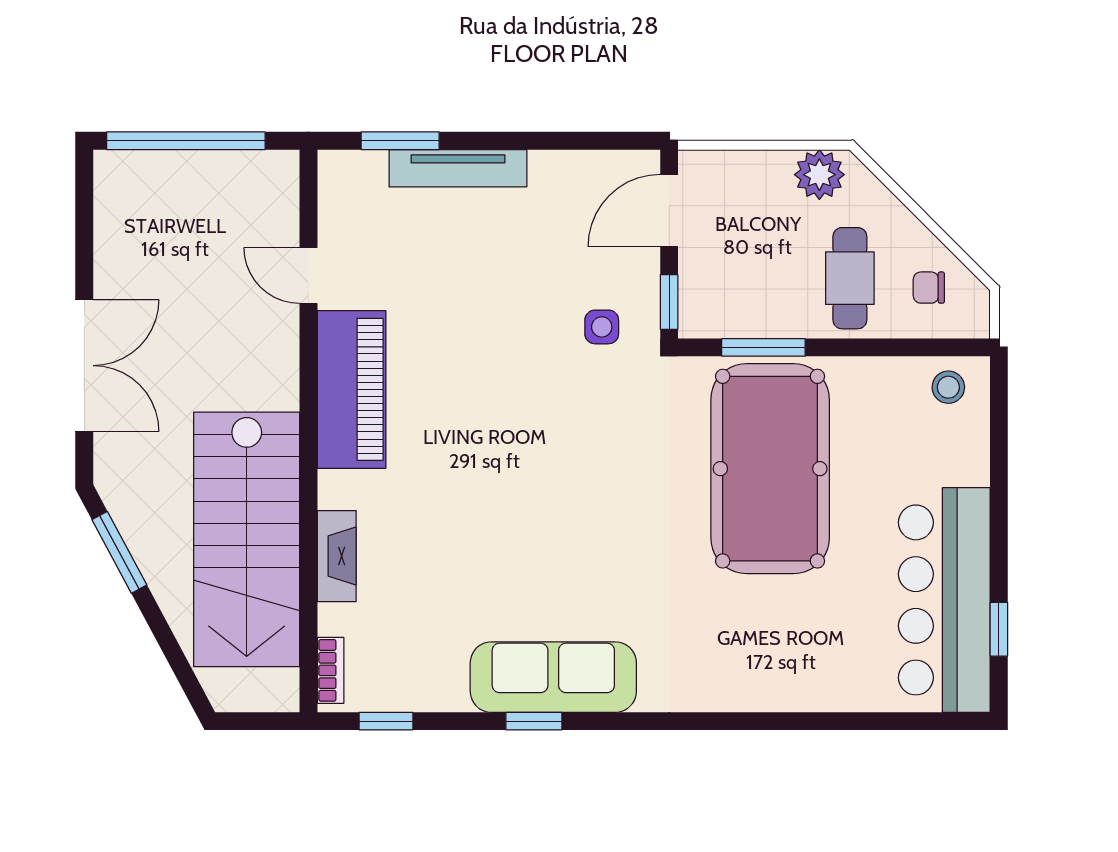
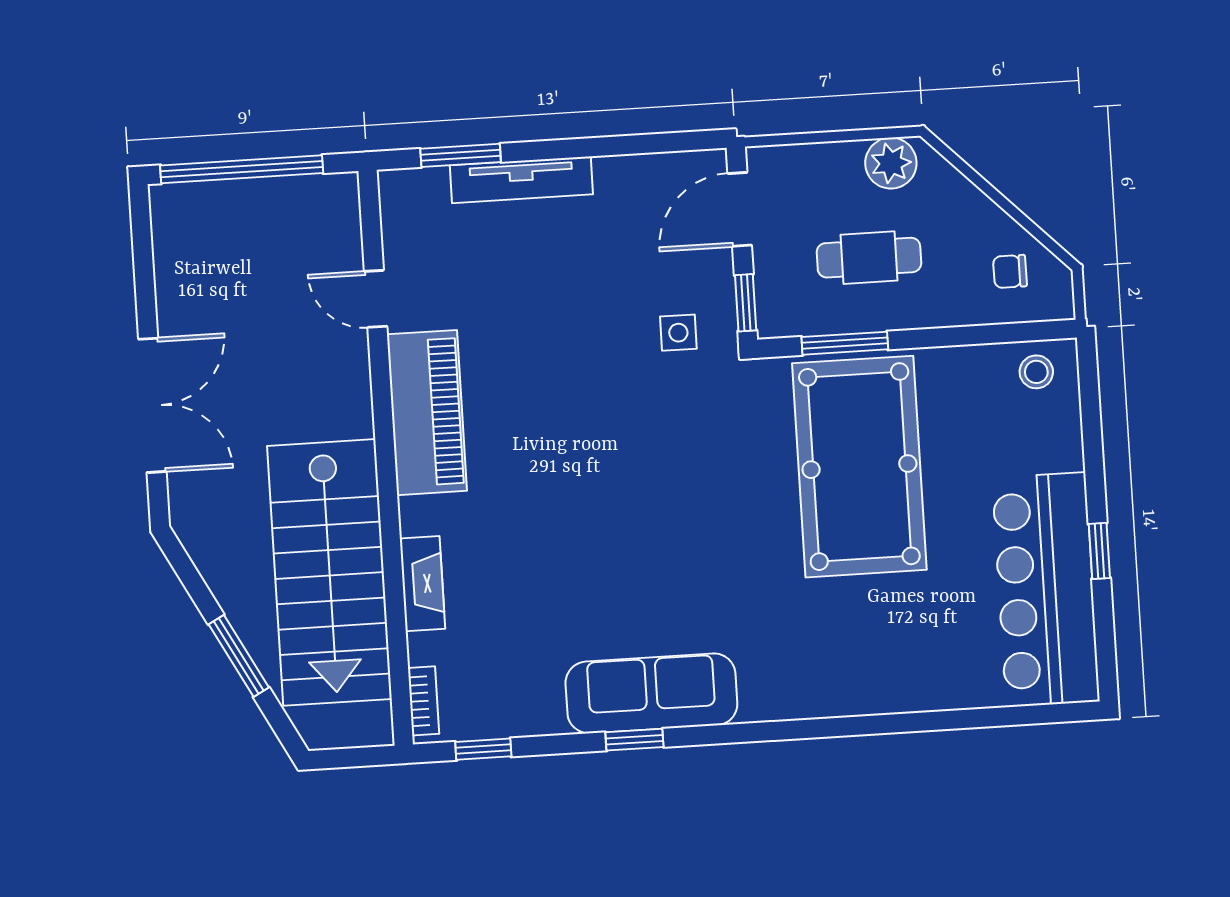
cafe table: (850, 278) -> (869, 258), moved, turned 90
window: (119, 552) -> (239, 656), moved
window: (999, 629) -> (1099, 551), moved

